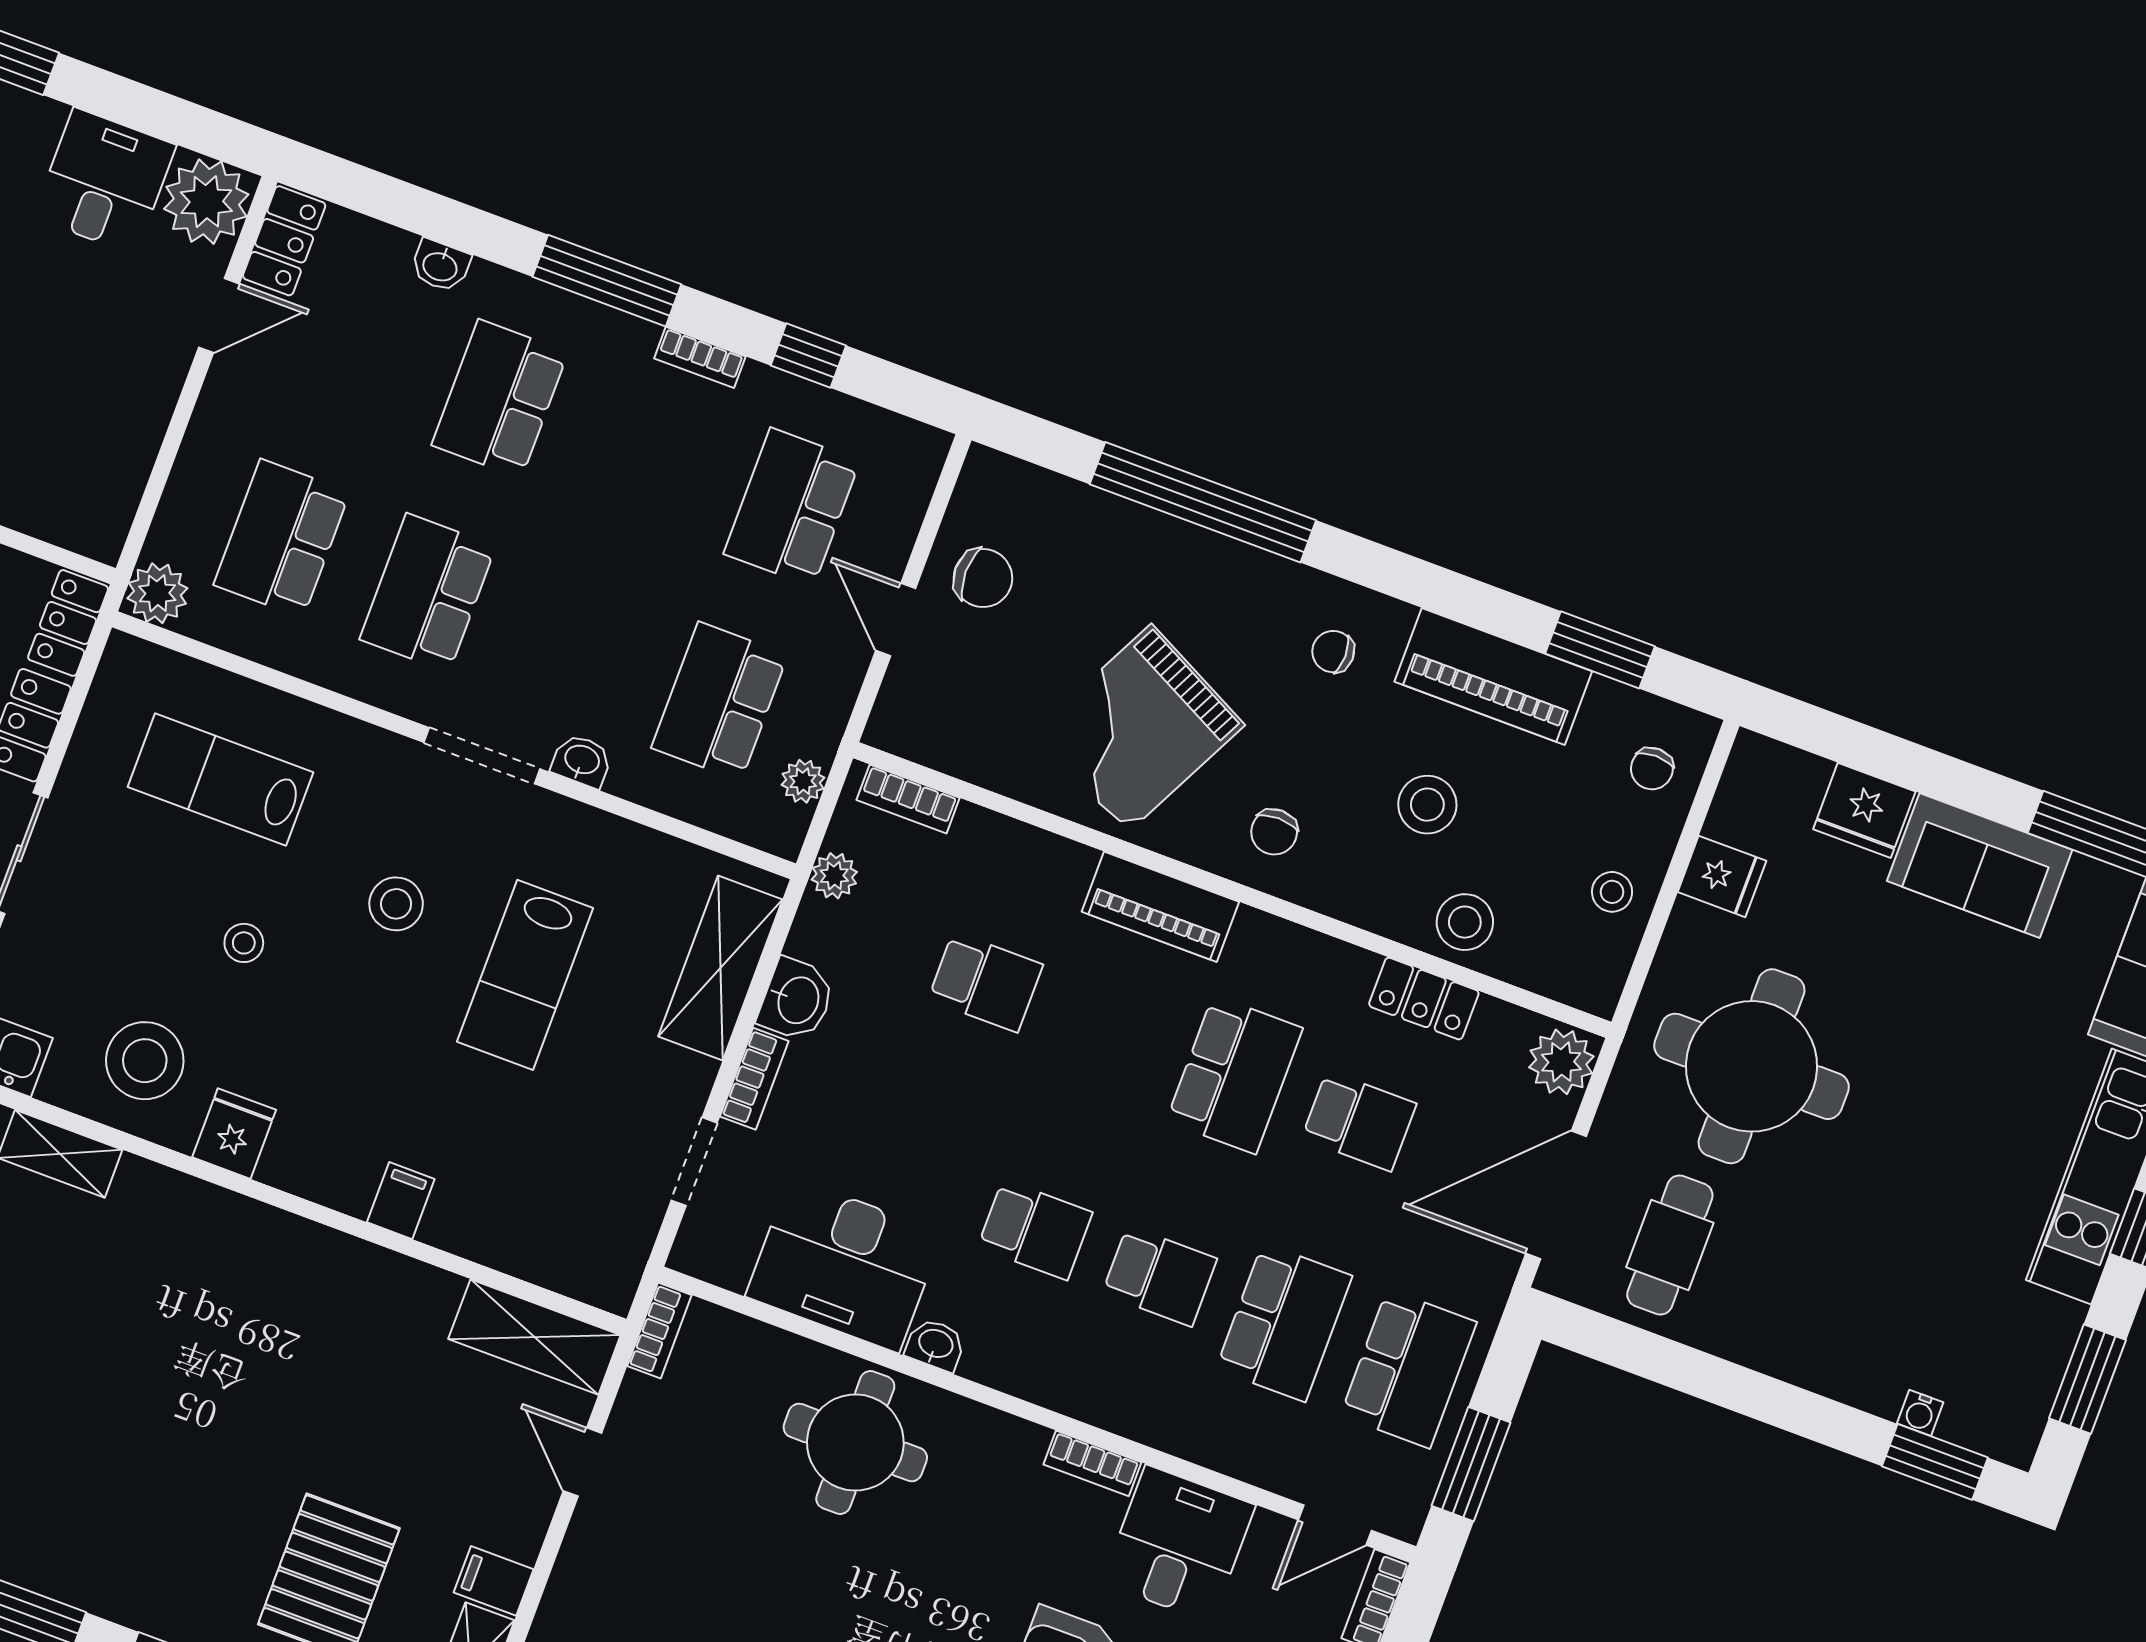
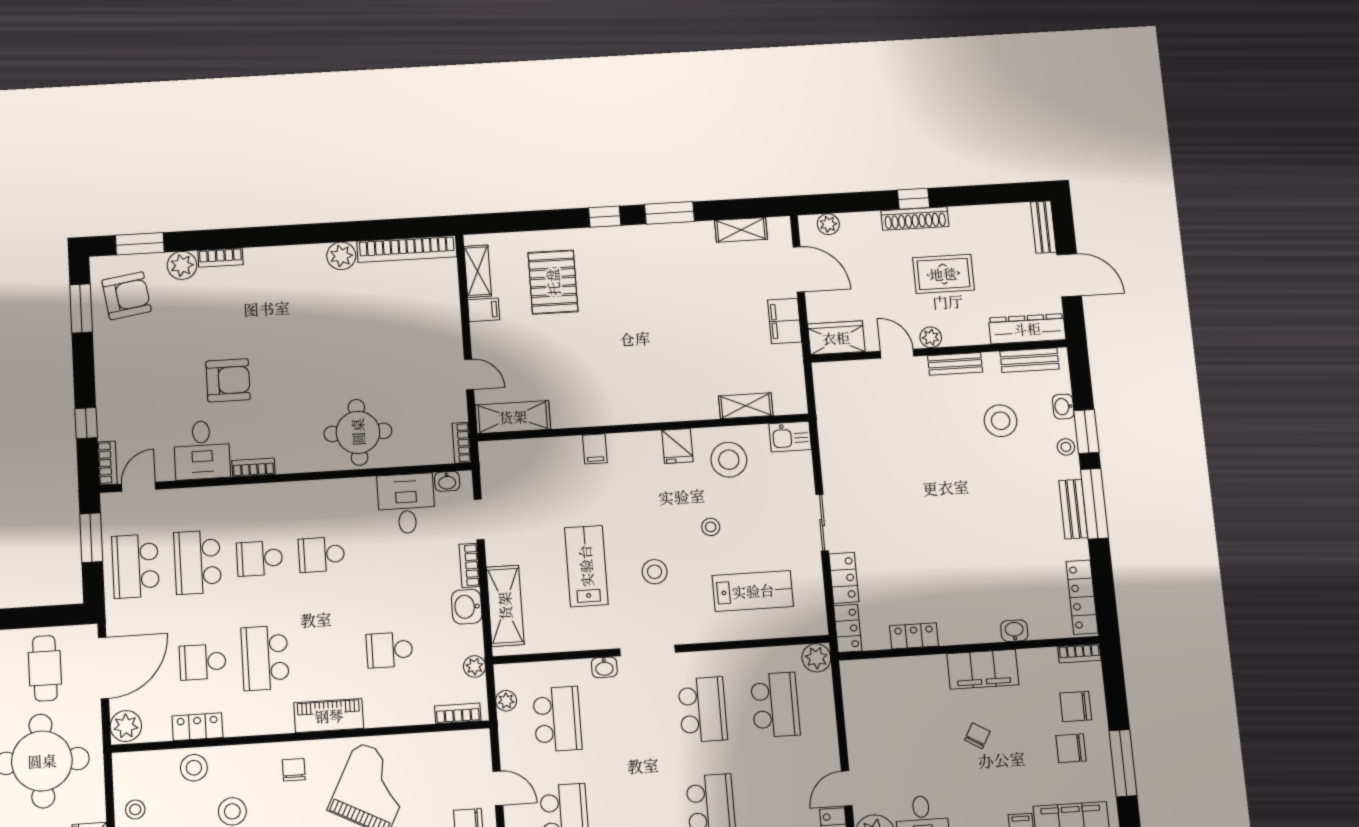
desk: (844, 1265) -> (406, 504), width x0.73
washbasin: (935, 1345) -> (447, 481), moved

